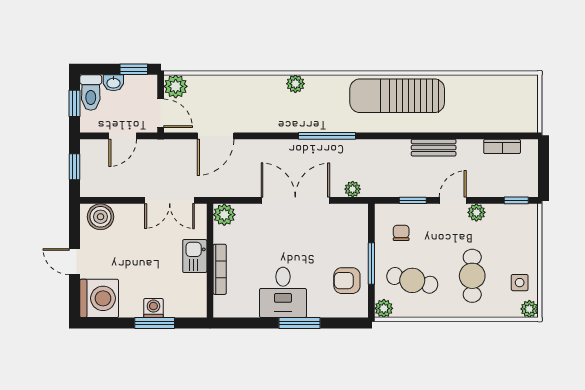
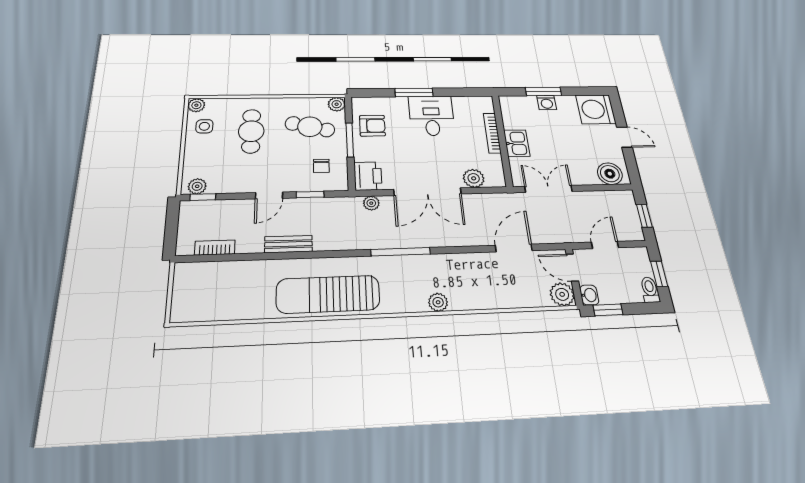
washbasin: (113, 83) -> (589, 295), moved, turned 90
toilet: (91, 92) -> (650, 290), width x0.73, depth x0.72
sun lounger: (397, 96) -> (328, 294), turned 180
plant: (476, 212) -> (197, 186), moved
plant: (224, 215) -> (474, 178), moved
printer: (355, 220) -> (368, 176), added

